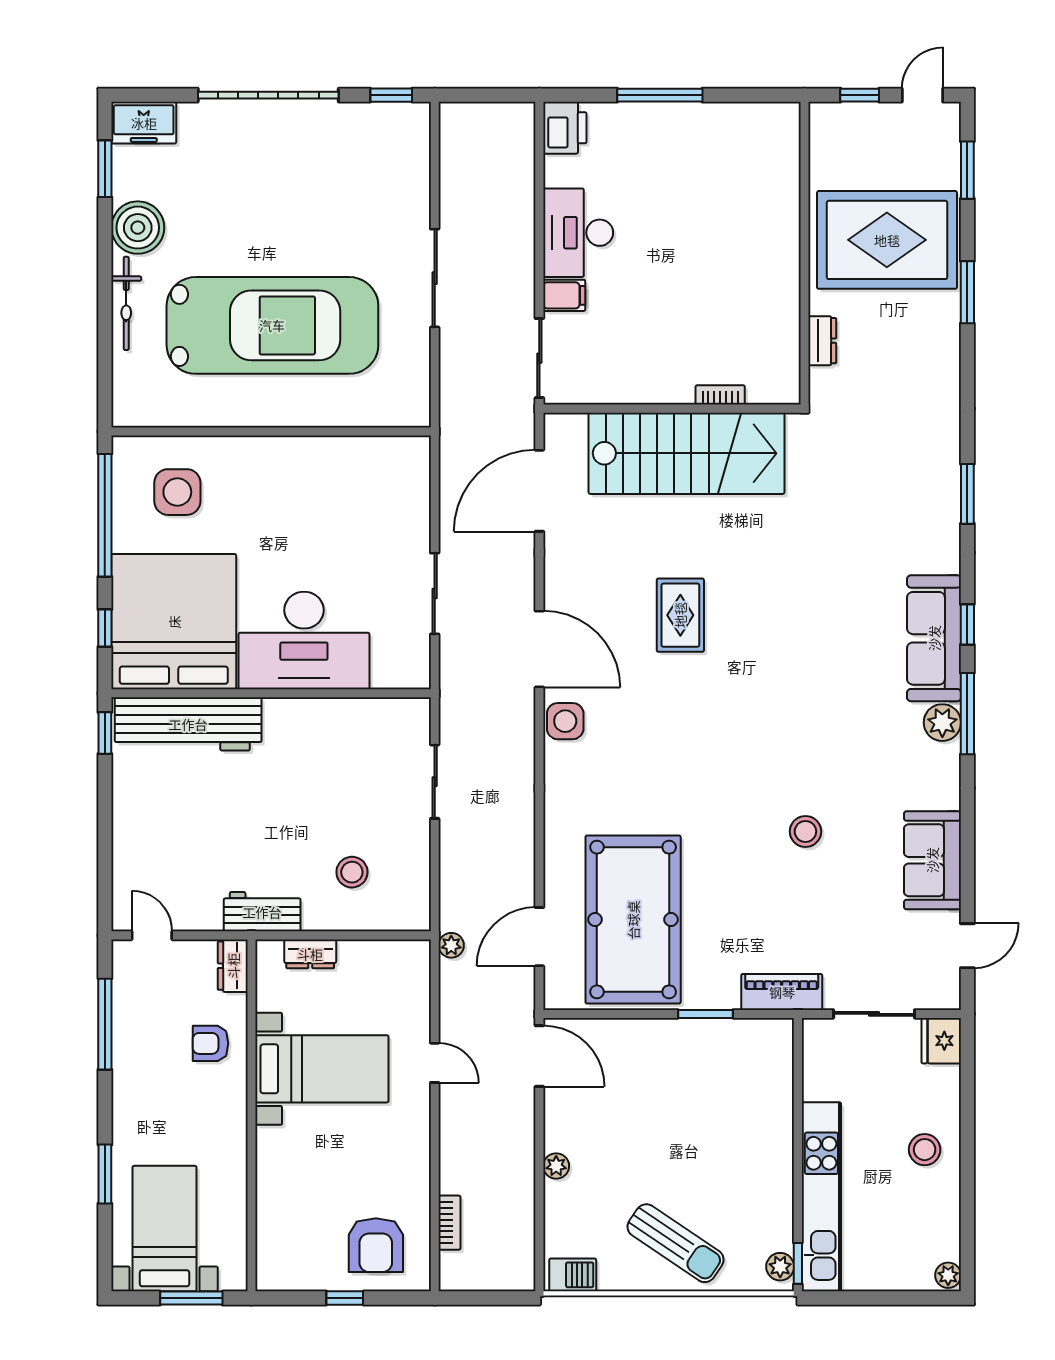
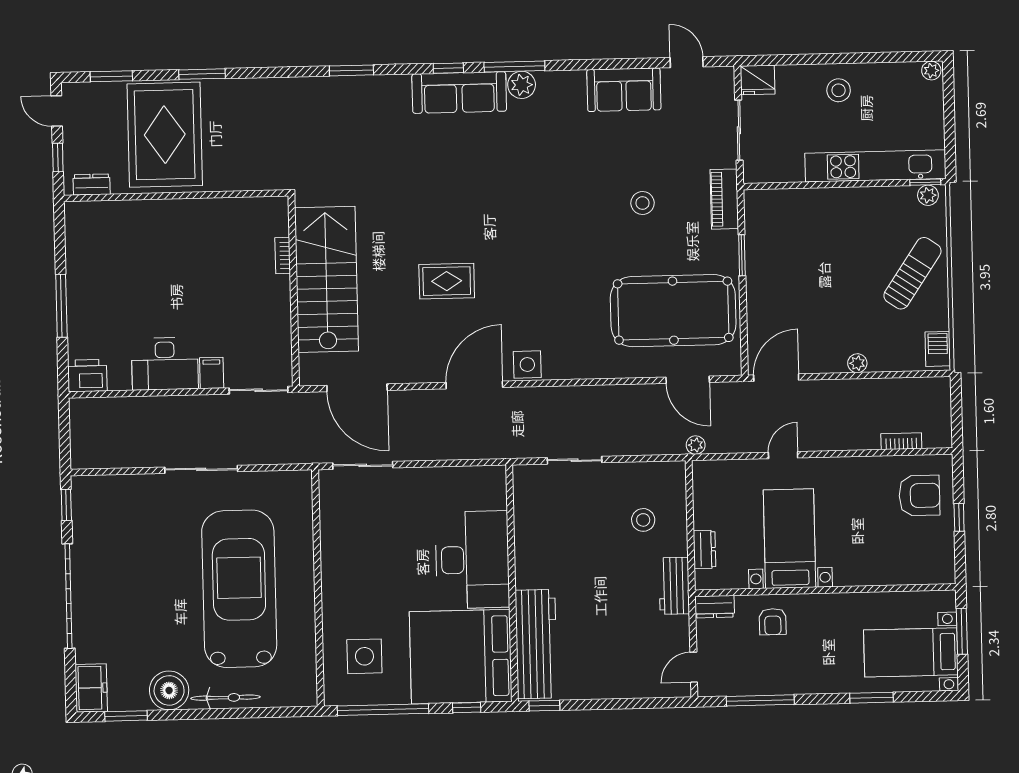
dresser: (822, 341) -> (92, 184), moved
sliding door: (435, 593) -> (363, 465), moved
stool: (805, 831) -> (643, 203), moved

